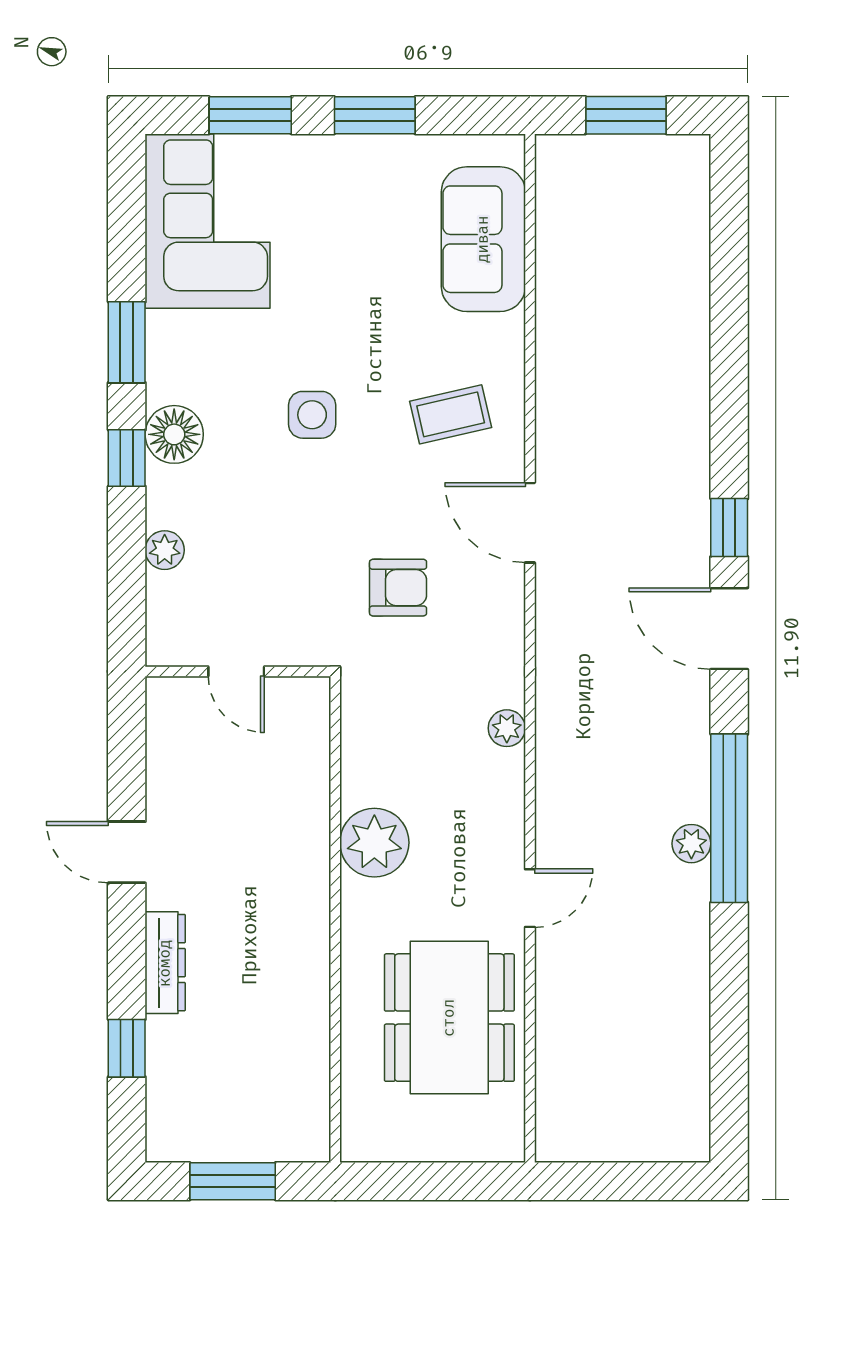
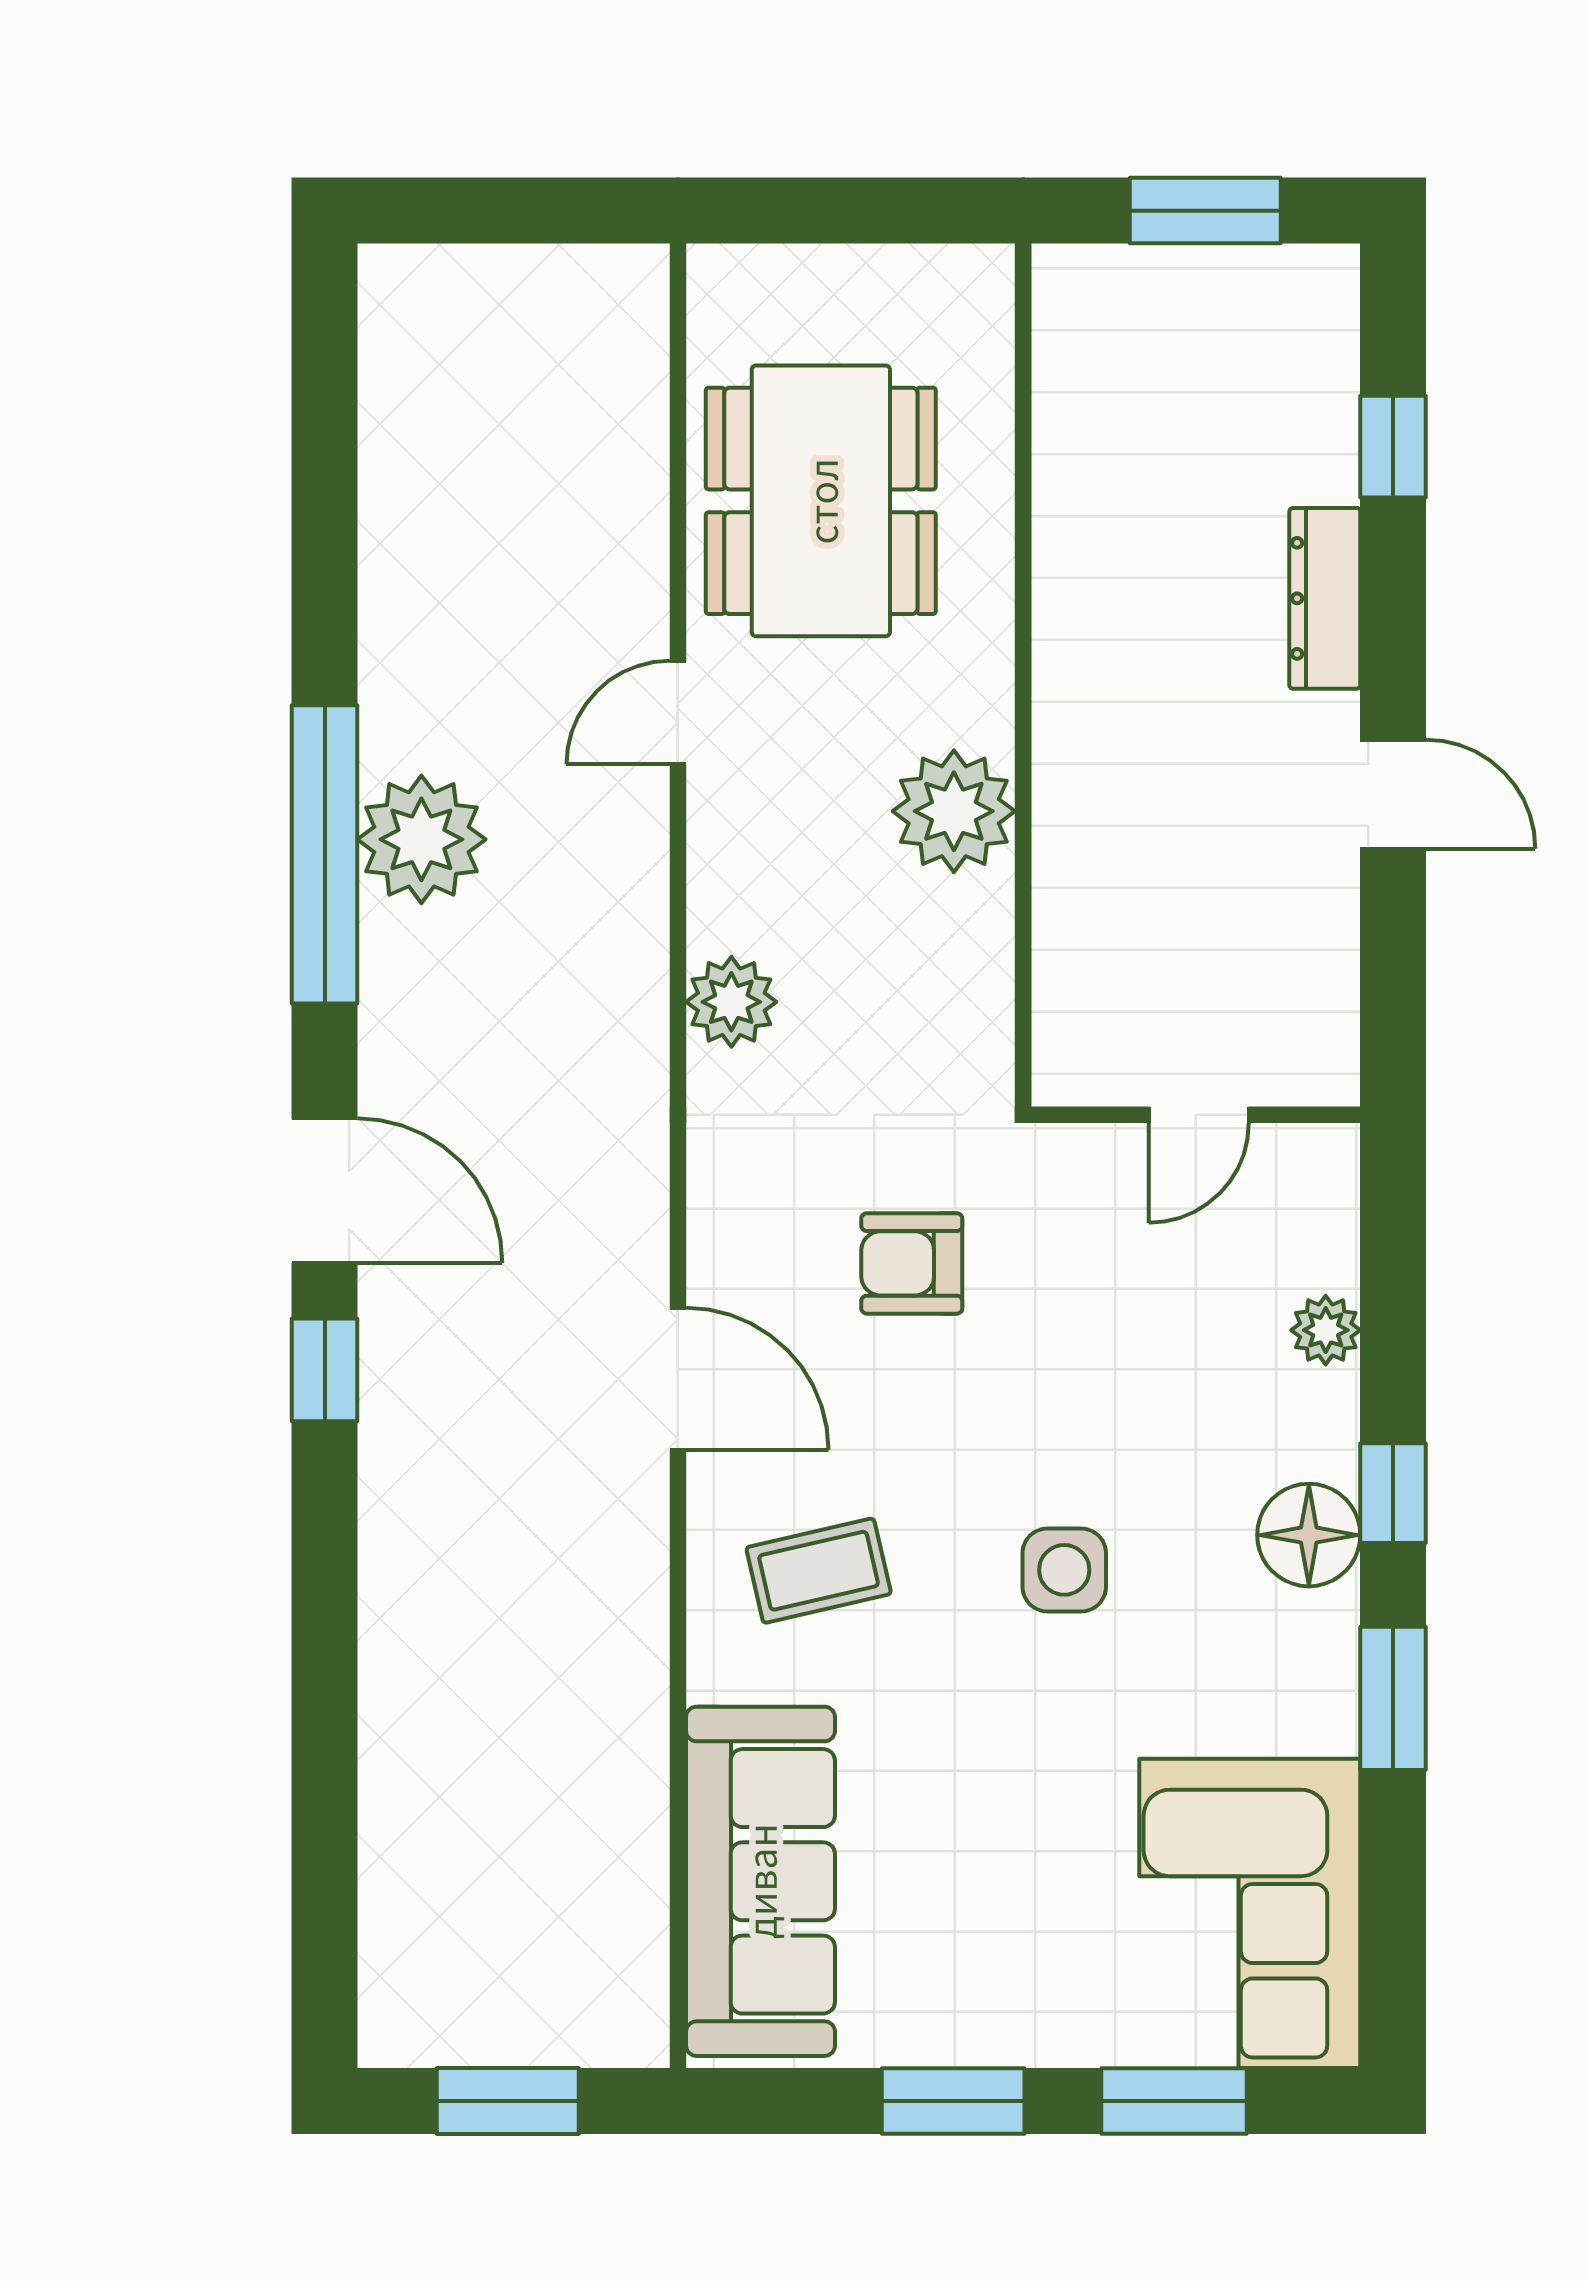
sofa: (483, 239) -> (760, 1881), width x1.36
door: (236, 671) -> (1199, 1115), swing flipped
plant: (507, 728) -> (731, 1002), width x1.38, depth x1.38
plant: (691, 844) -> (421, 839), width x1.88, depth x1.88

